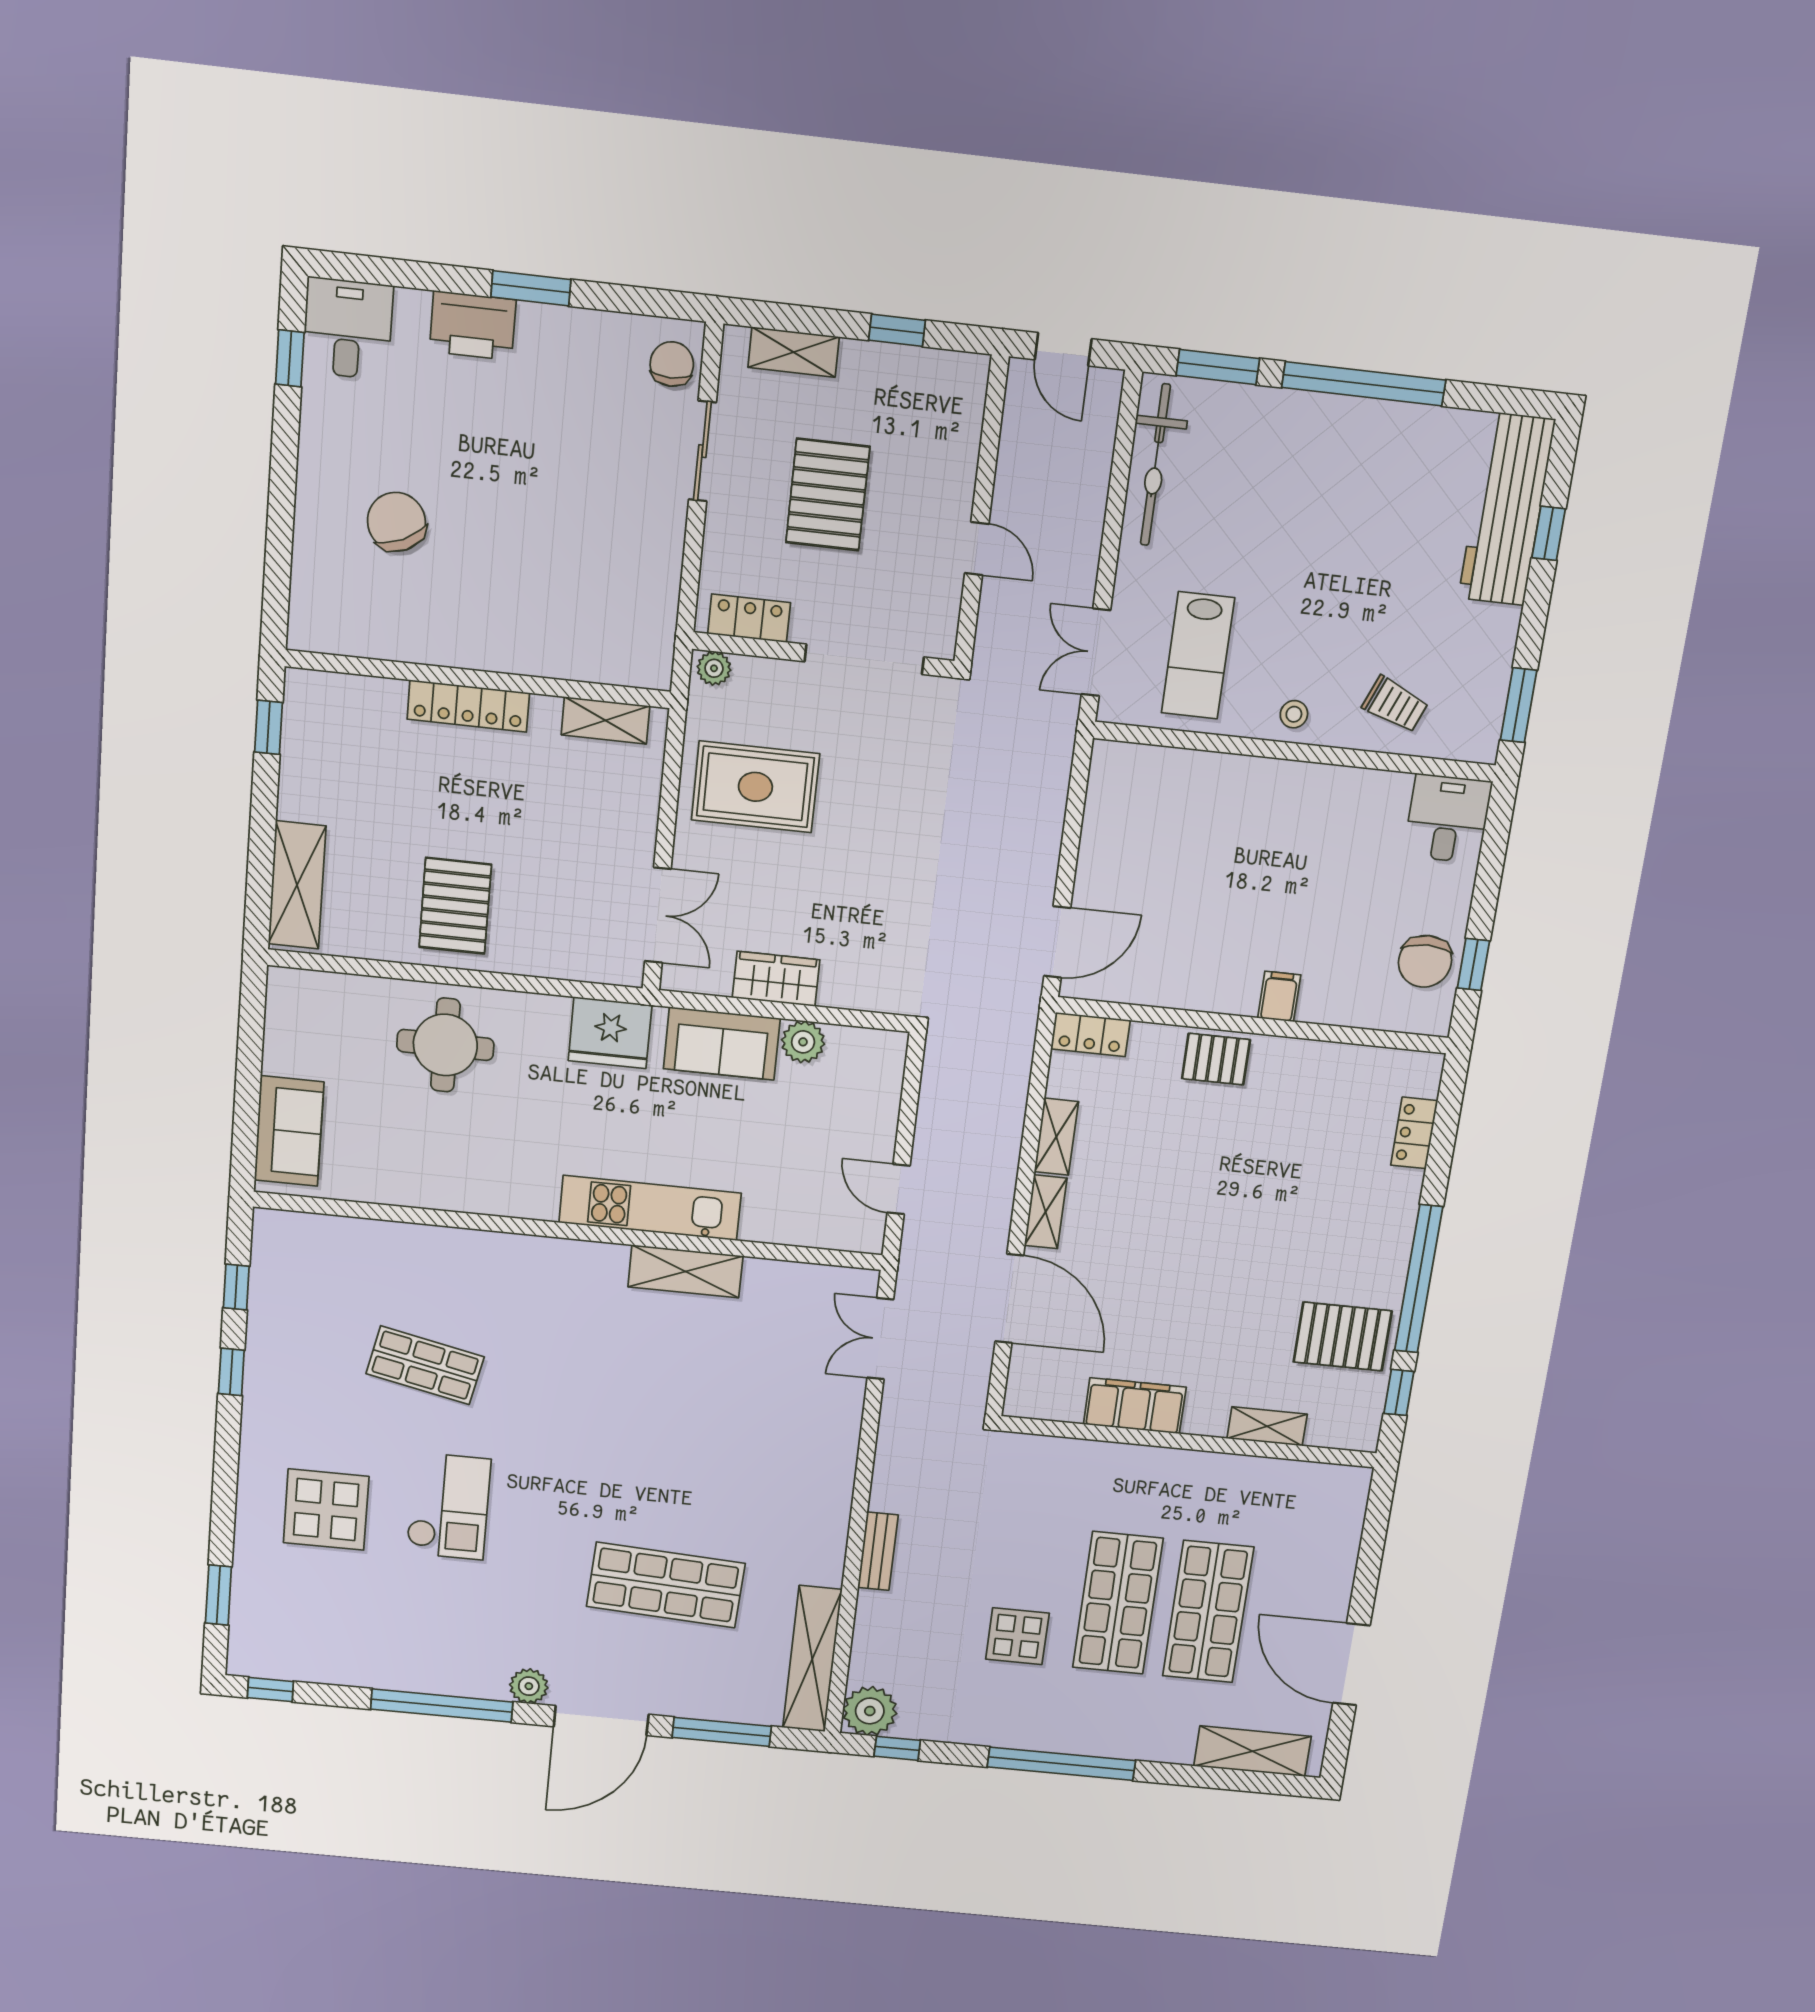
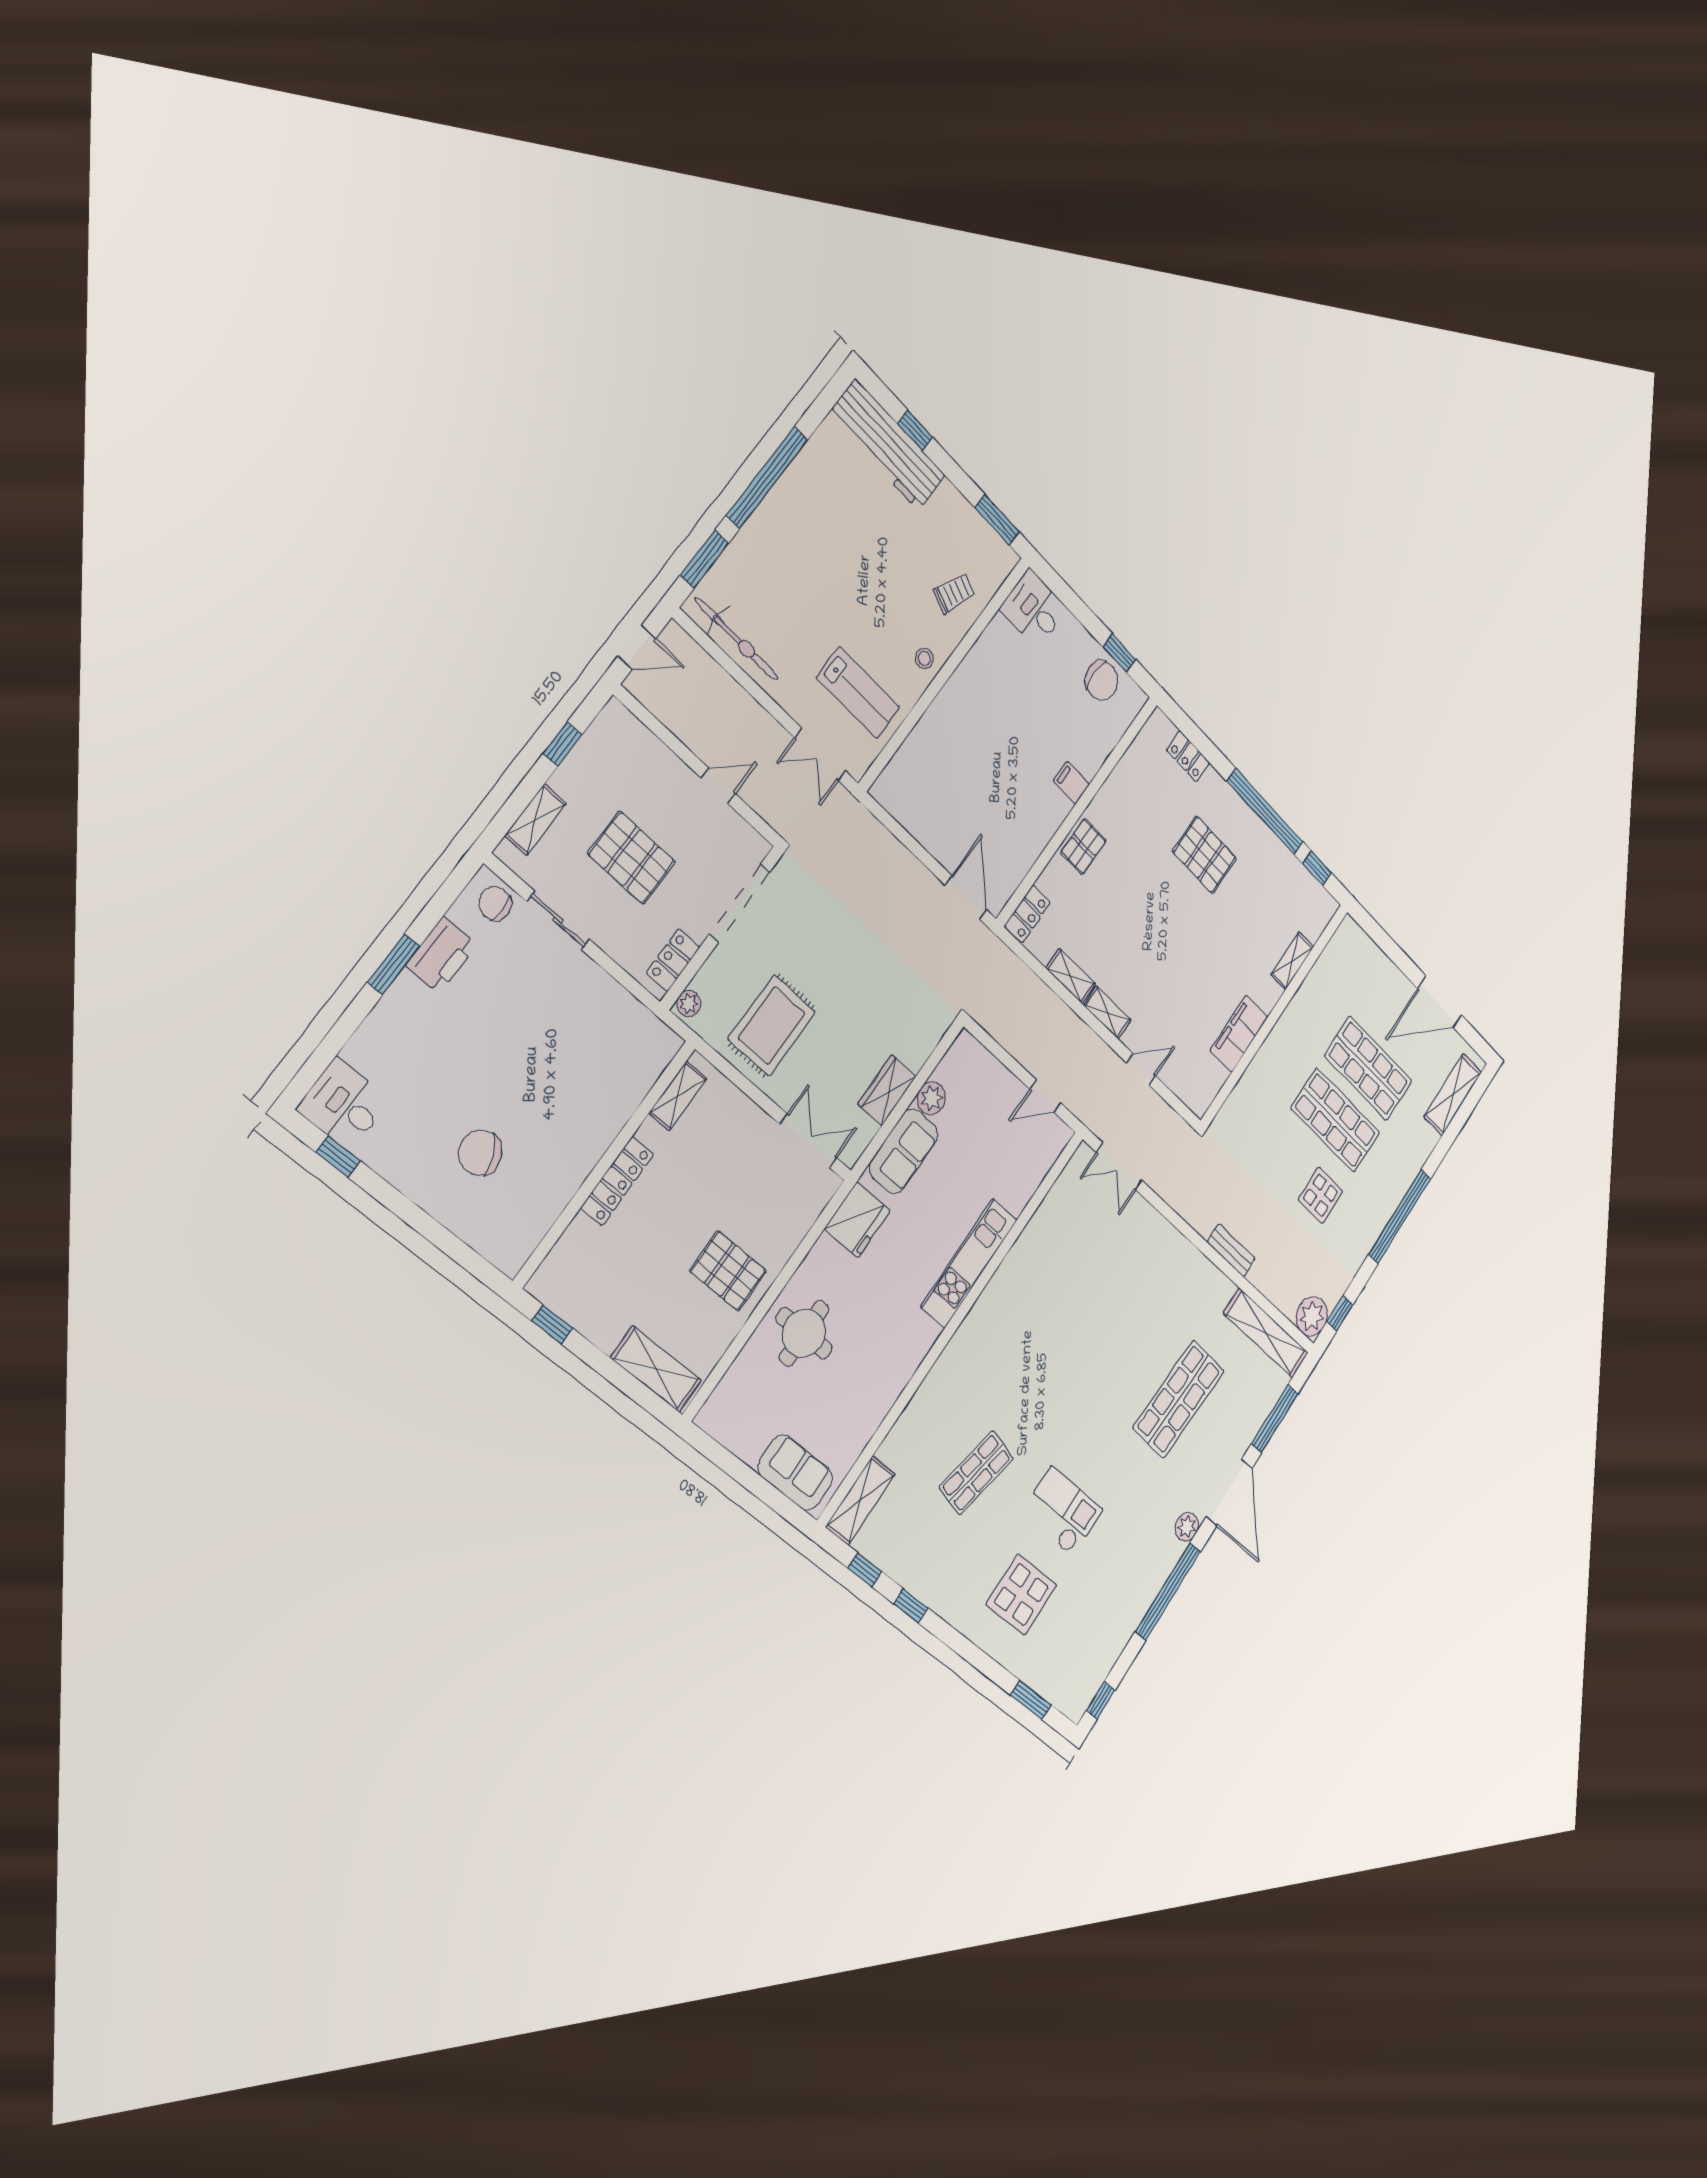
printer: (473, 326) -> (442, 955), moved
shelving: (685, 1271) -> (860, 1500), moved
door: (1009, 1299) -> (1141, 1070), width x0.53
pallet: (1343, 1336) -> (1204, 855), moved, turned 90

